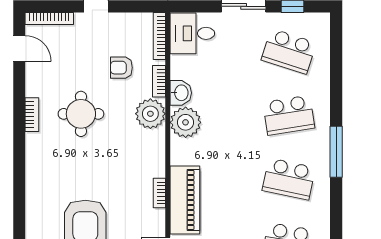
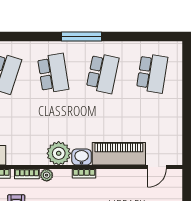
washbasin: (181, 93) -> (82, 157), moved
plant: (150, 114) -> (47, 175), width x0.53, depth x0.53
bookcase: (159, 193) -> (84, 174), moved

